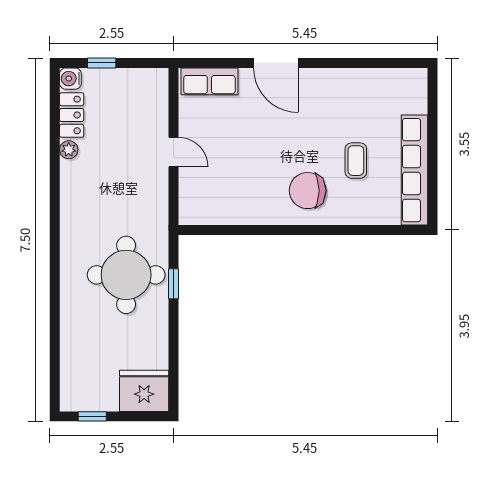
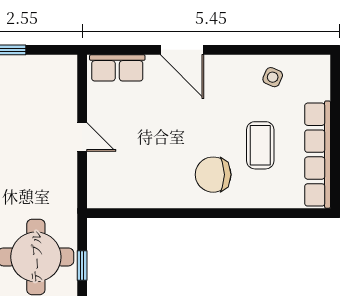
side table: (369, 91) -> (273, 77), added
coffee table: (356, 161) -> (260, 145), width x1.36, depth x1.30

